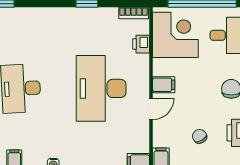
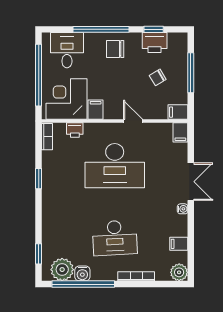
filing cabinet: (164, 85) -> (96, 110), moved

